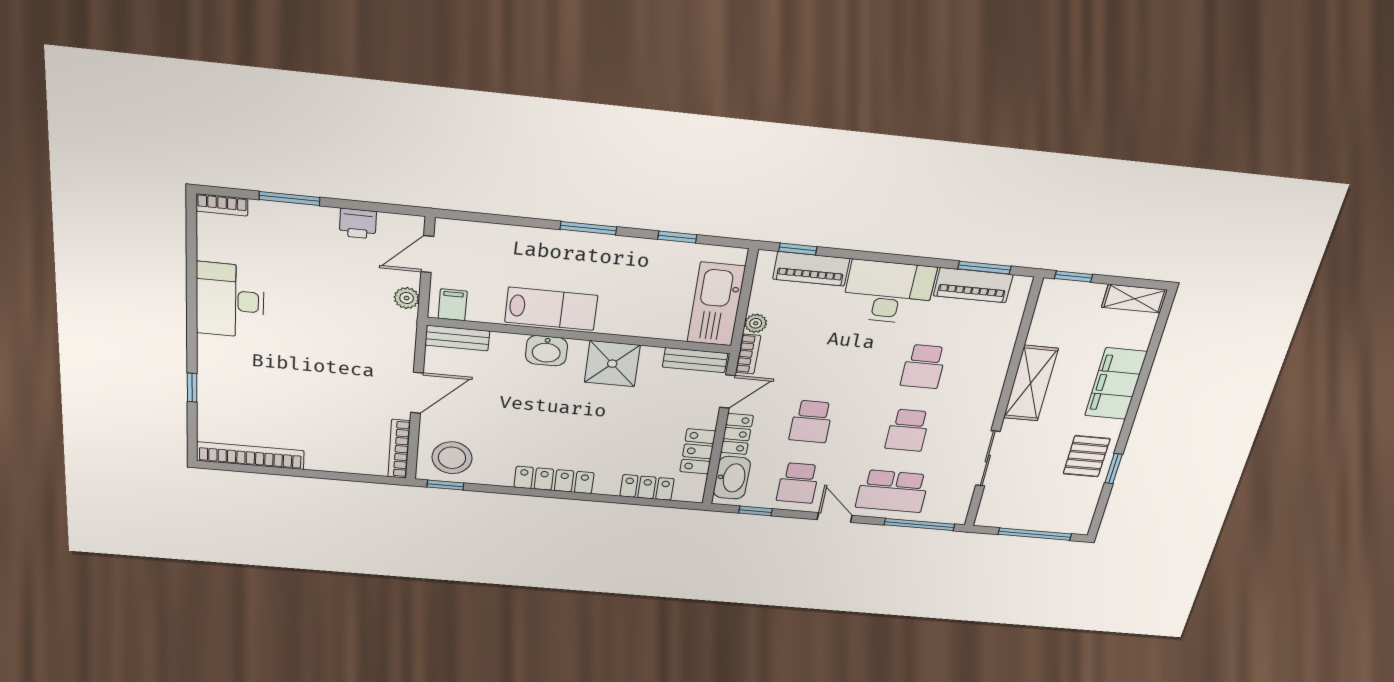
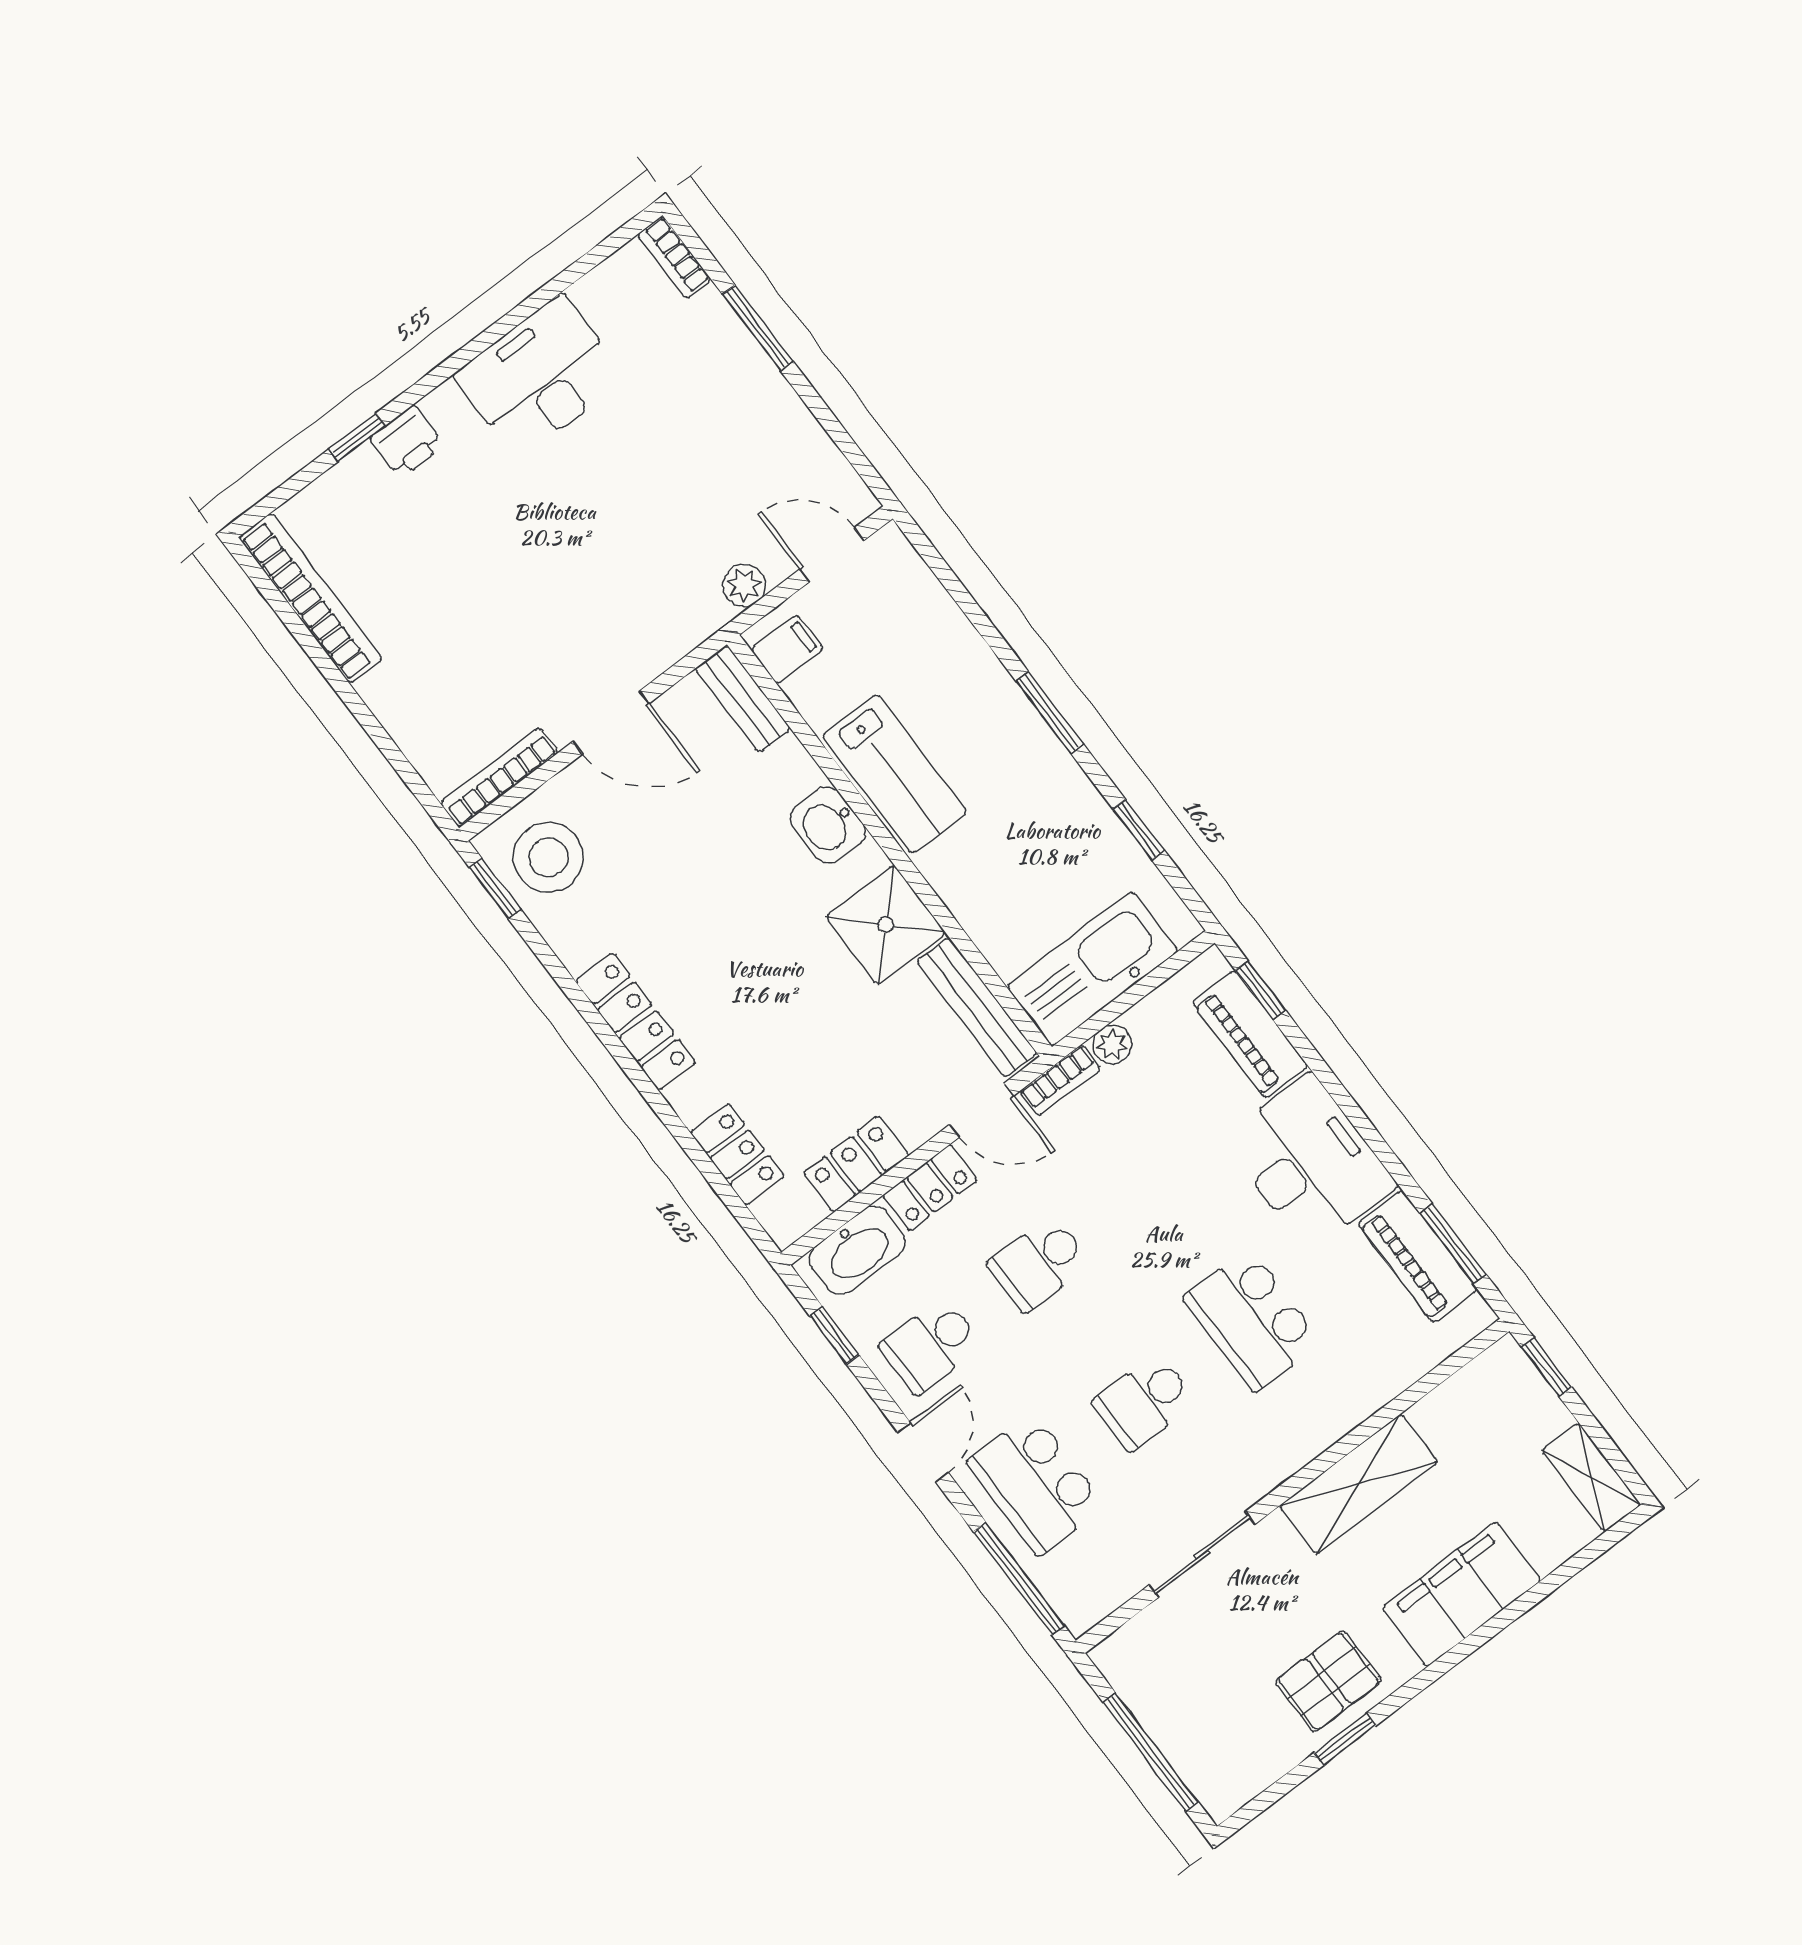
printer: (358, 224) -> (407, 442), moved, turned -90
bench: (695, 360) -> (977, 1007), width x1.36
school desk: (923, 366) -> (1252, 1320), width x1.85

